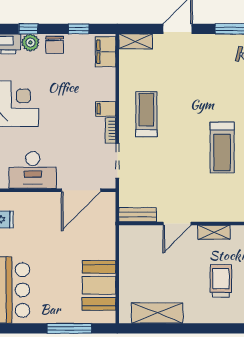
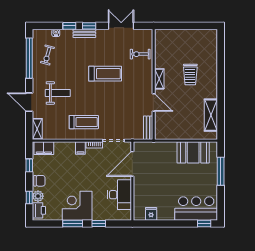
weight bench: (192, 73) -> (58, 93), added
treadmill: (146, 114) -> (84, 122), turned 180
door: (81, 190) -> (132, 164), swing flipped
trolley: (221, 281) -> (190, 74), turned -90

